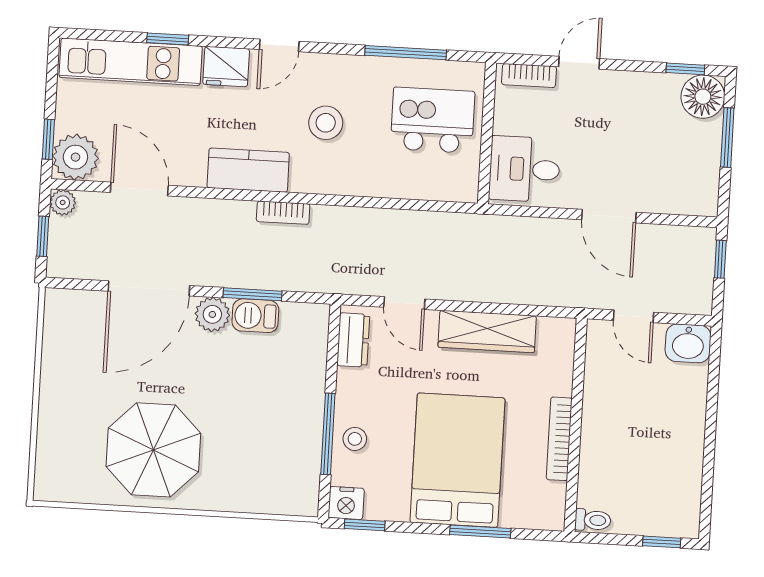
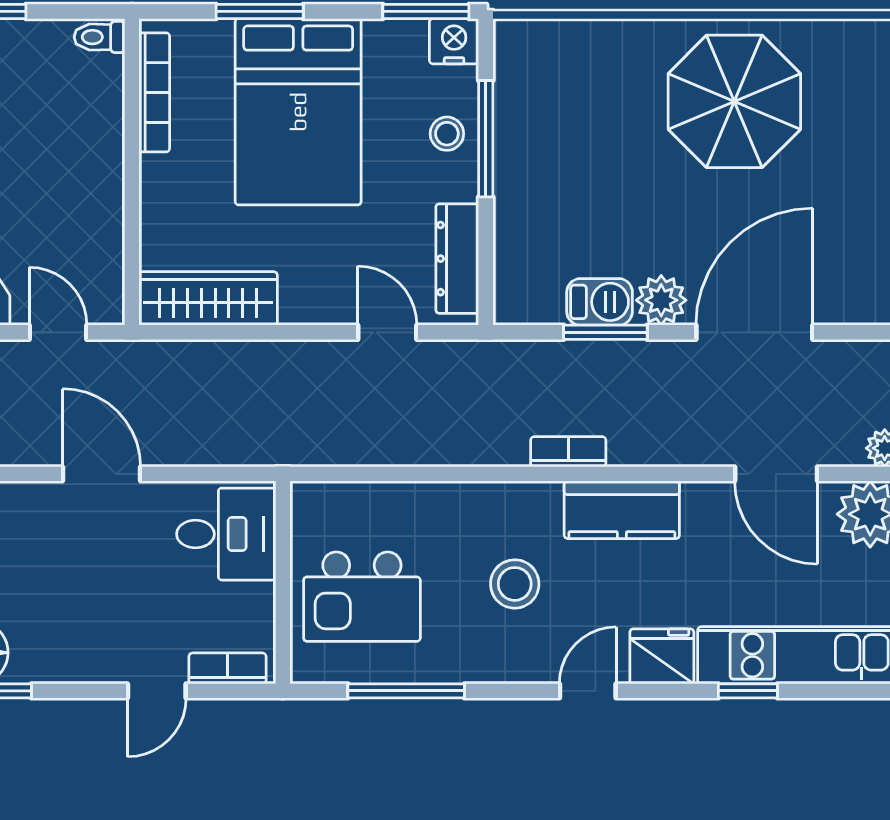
wardrobe: (487, 331) -> (208, 298), moved
dresser: (353, 340) -> (457, 259), width x1.44
bookcase: (559, 439) -> (154, 92), moved
window: (365, 525) -> (426, 11), width x1.50

